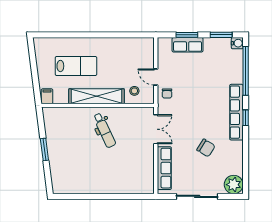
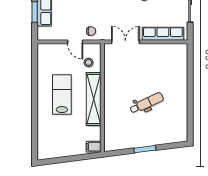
lab bench: (76, 66) -> (62, 94), moved
door: (156, 77) -> (75, 42), hinge flipped
dental chair: (104, 130) -> (147, 103), moved

